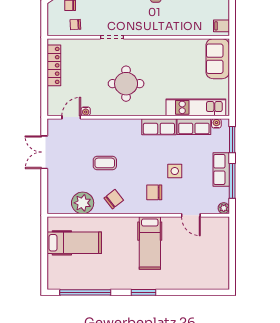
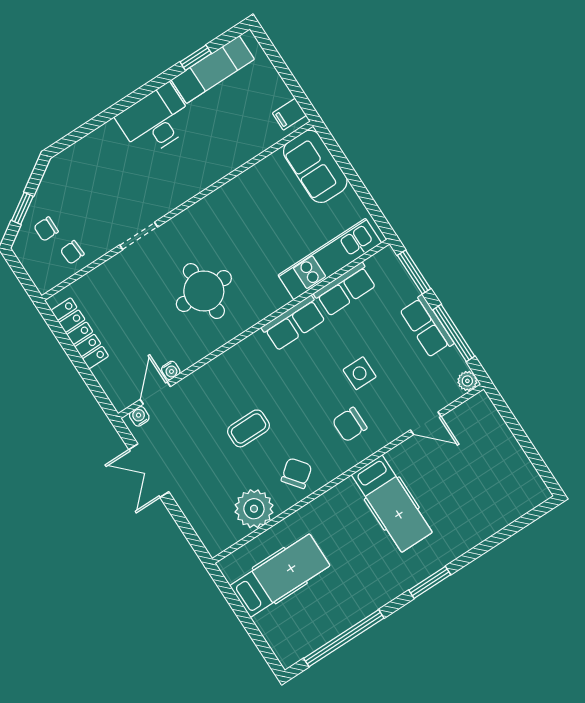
water cooler: (216, 123) -> (139, 416), moved

